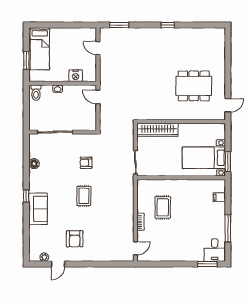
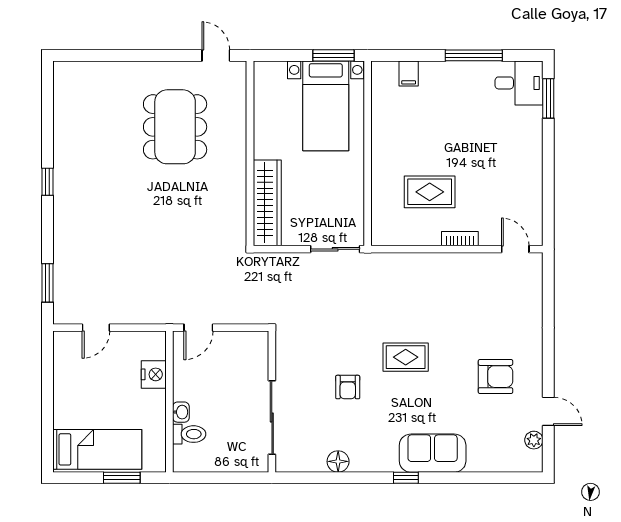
toilet: (36, 93) -> (189, 434), moved
armchair: (86, 163) -> (348, 387), moved

